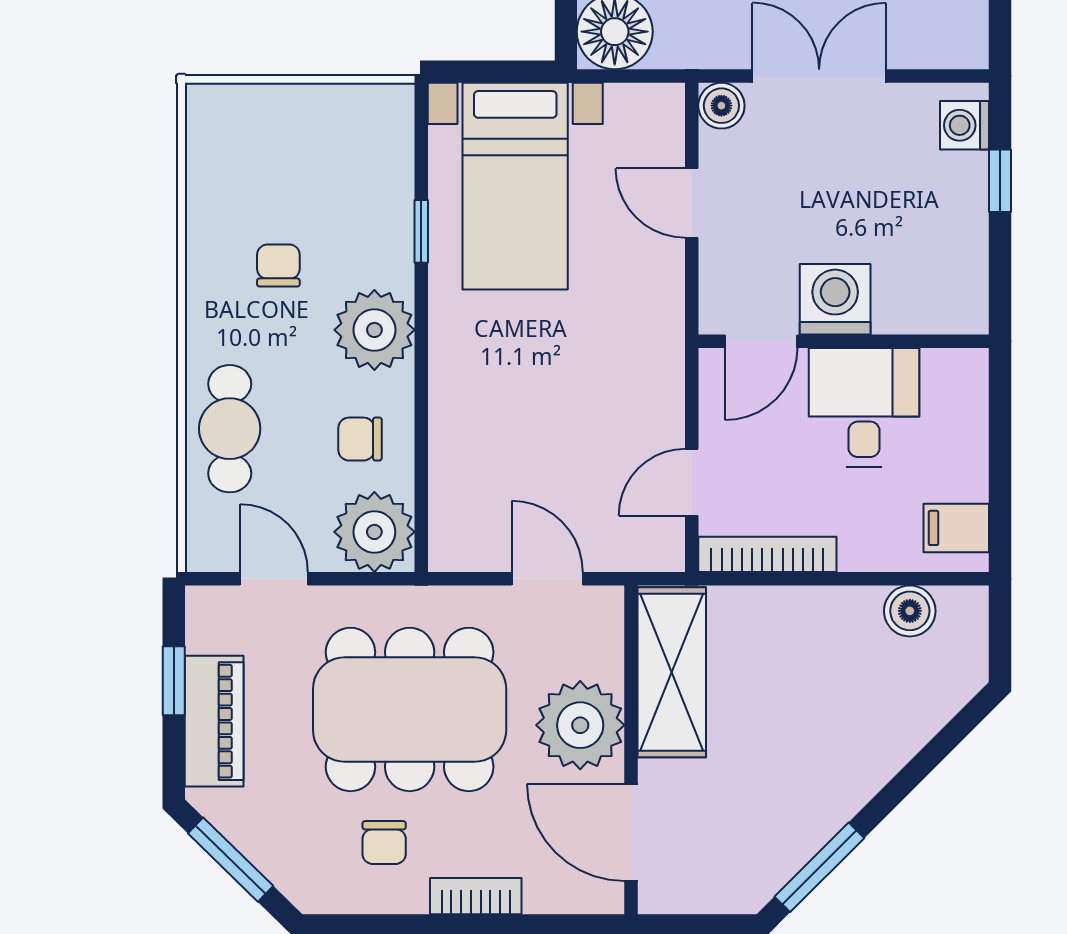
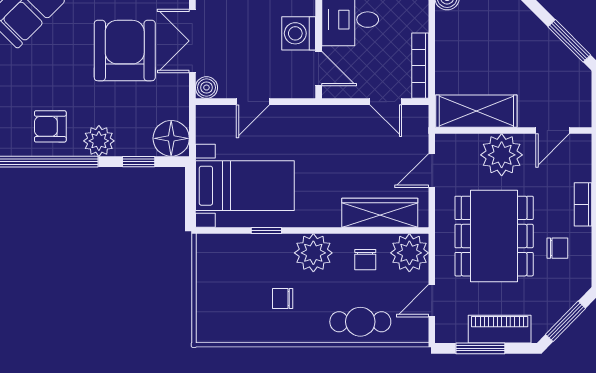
wardrobe: (458, 469) -> (380, 213), added
window: (174, 681) -> (480, 348), width x1.50
door: (631, 832) -> (553, 131), width x0.73

